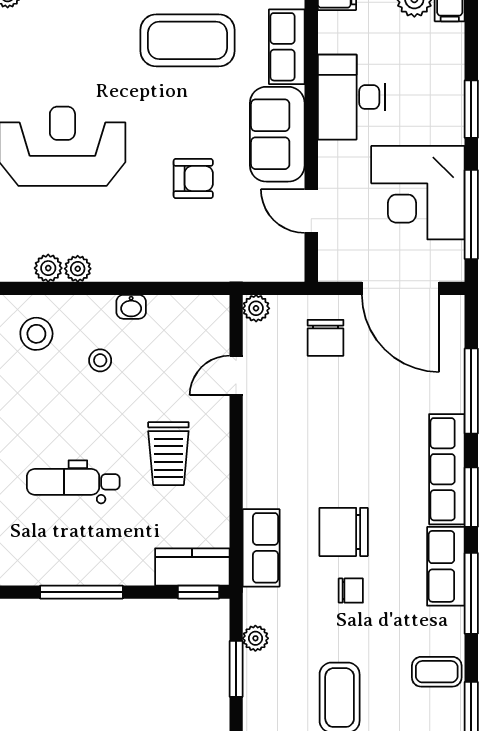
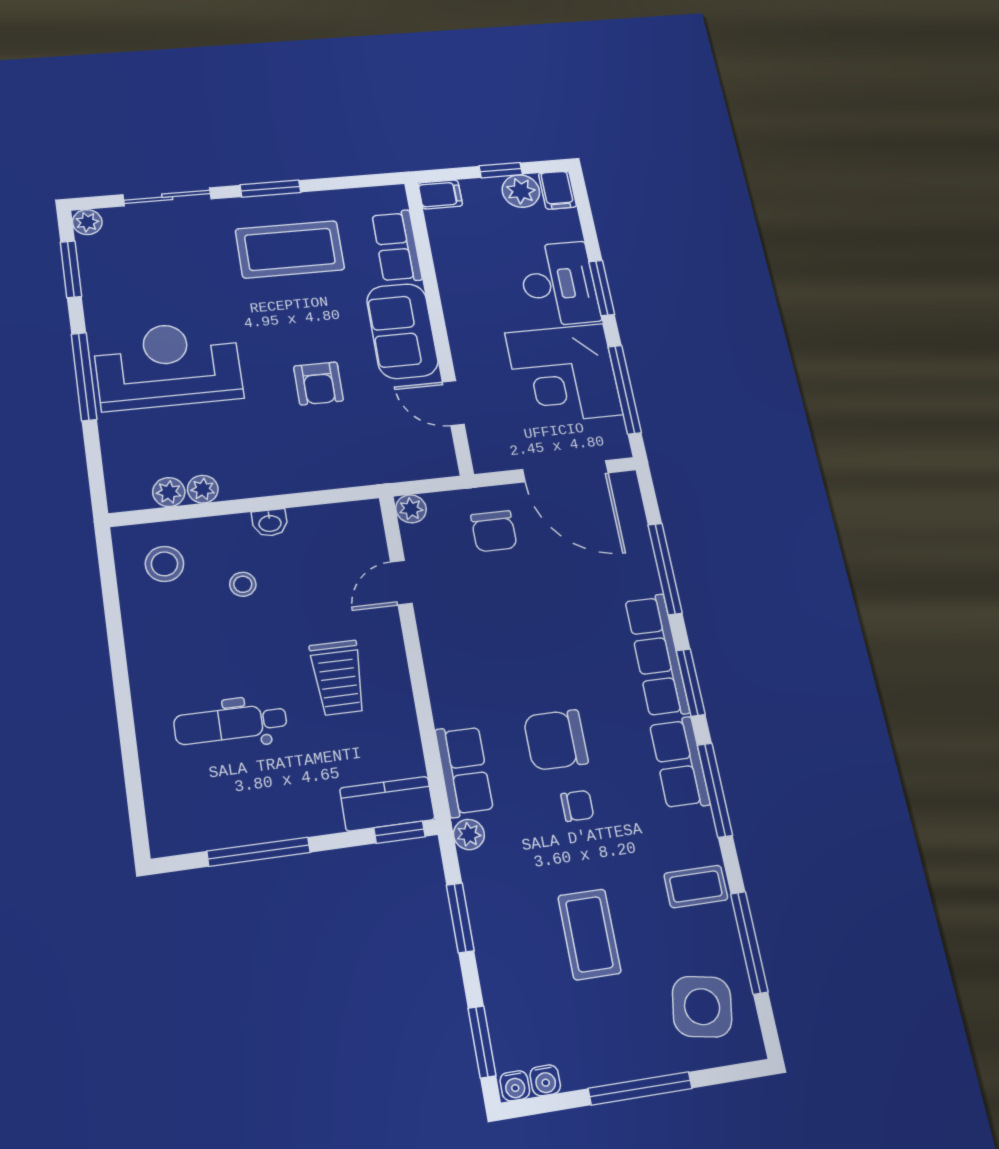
desk: (351, 97) -> (559, 284), moved, turned 180
armchair: (193, 179) -> (318, 383), turned 90
plant: (255, 638) -> (469, 835), moved

